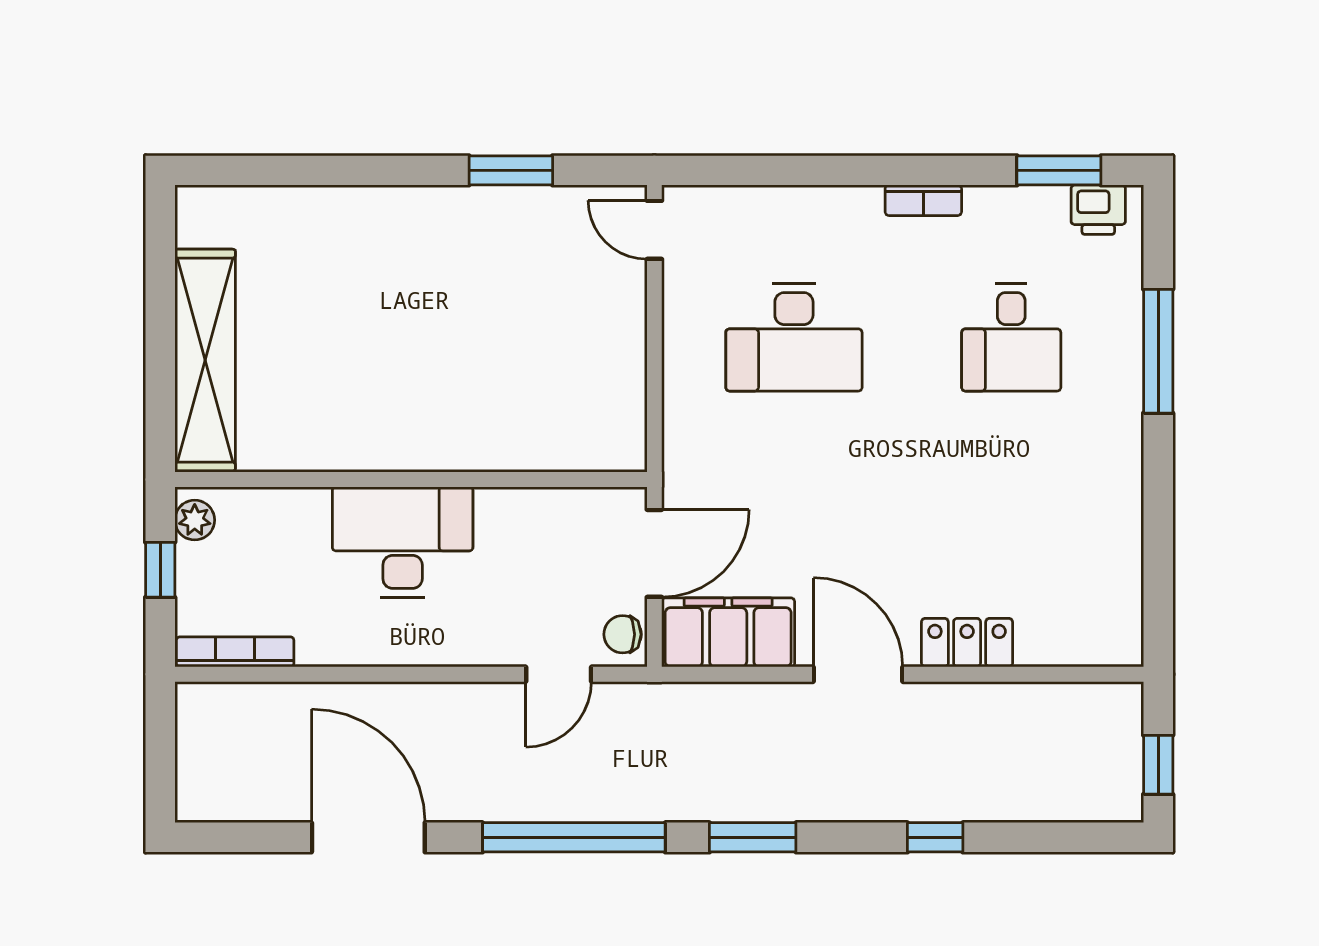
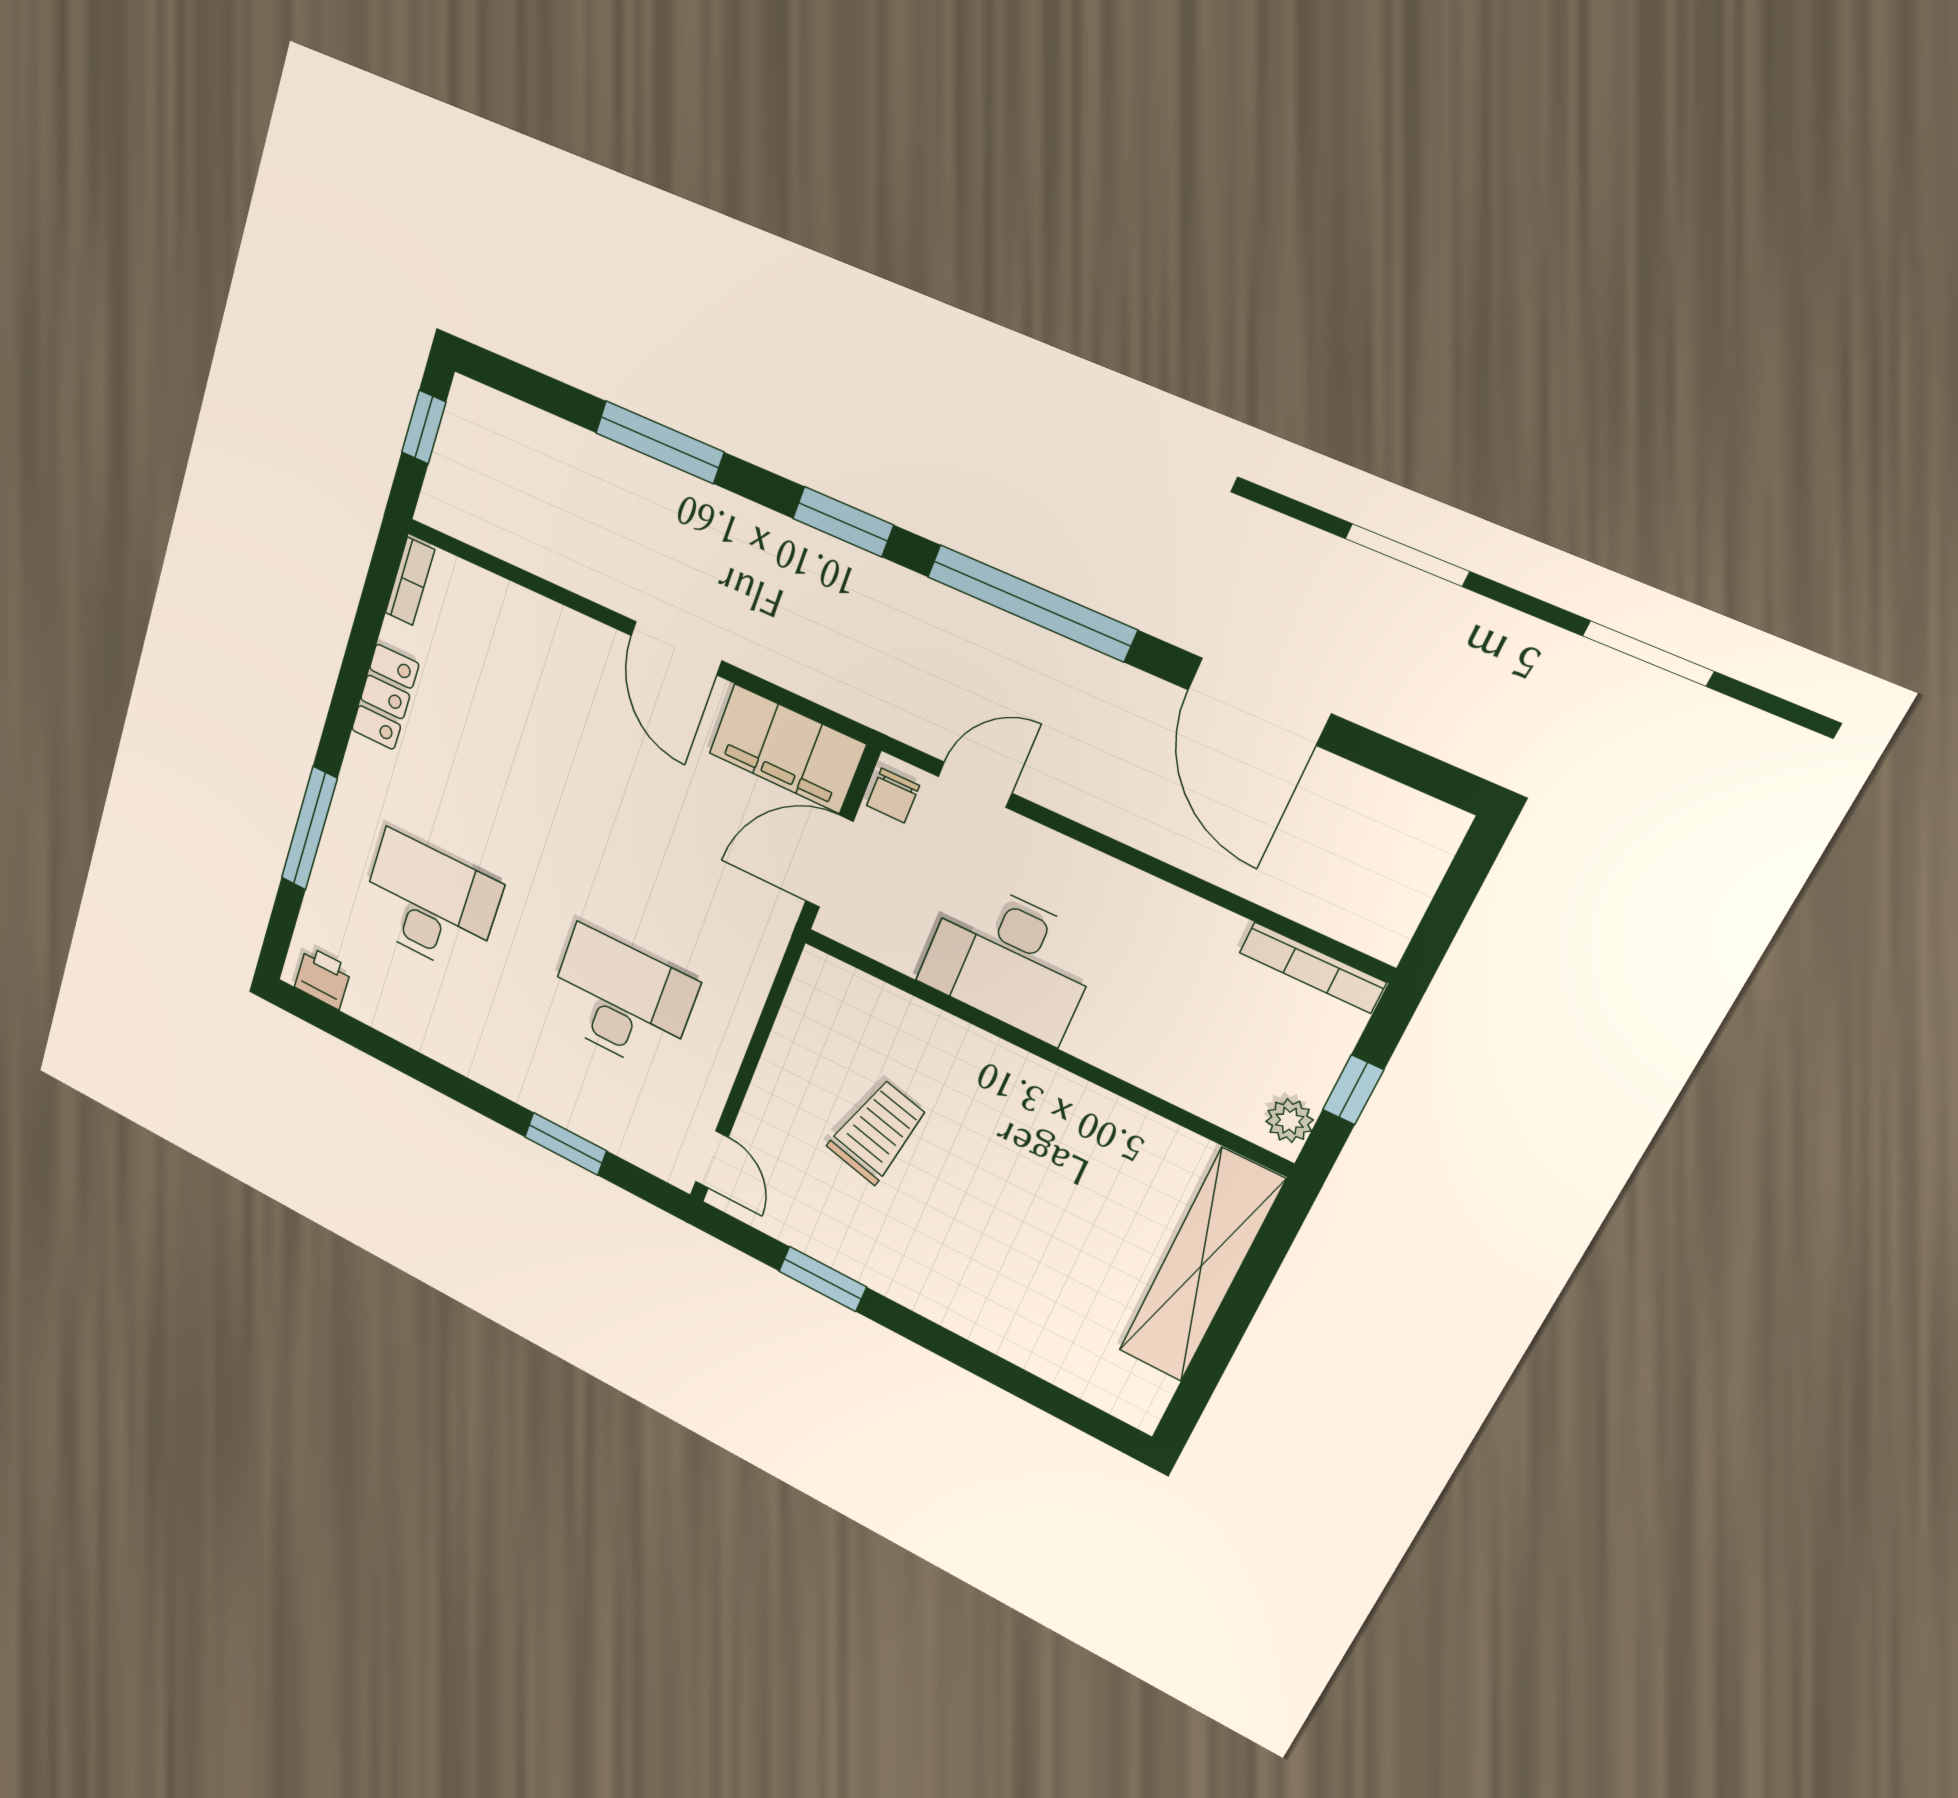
window: (1059, 170) -> (565, 1144), moved
bookcase: (923, 200) -> (410, 581), moved, turned 90
trolley: (518, 335) -> (878, 1132), added
desk: (1011, 337) -> (430, 903), width x1.37
desk: (403, 542) -> (1010, 961), moved
chair: (623, 634) -> (893, 796), turned 90
locker: (967, 643) -> (385, 697), moved, turned -90
window: (935, 837) -> (659, 442), width x2.17

